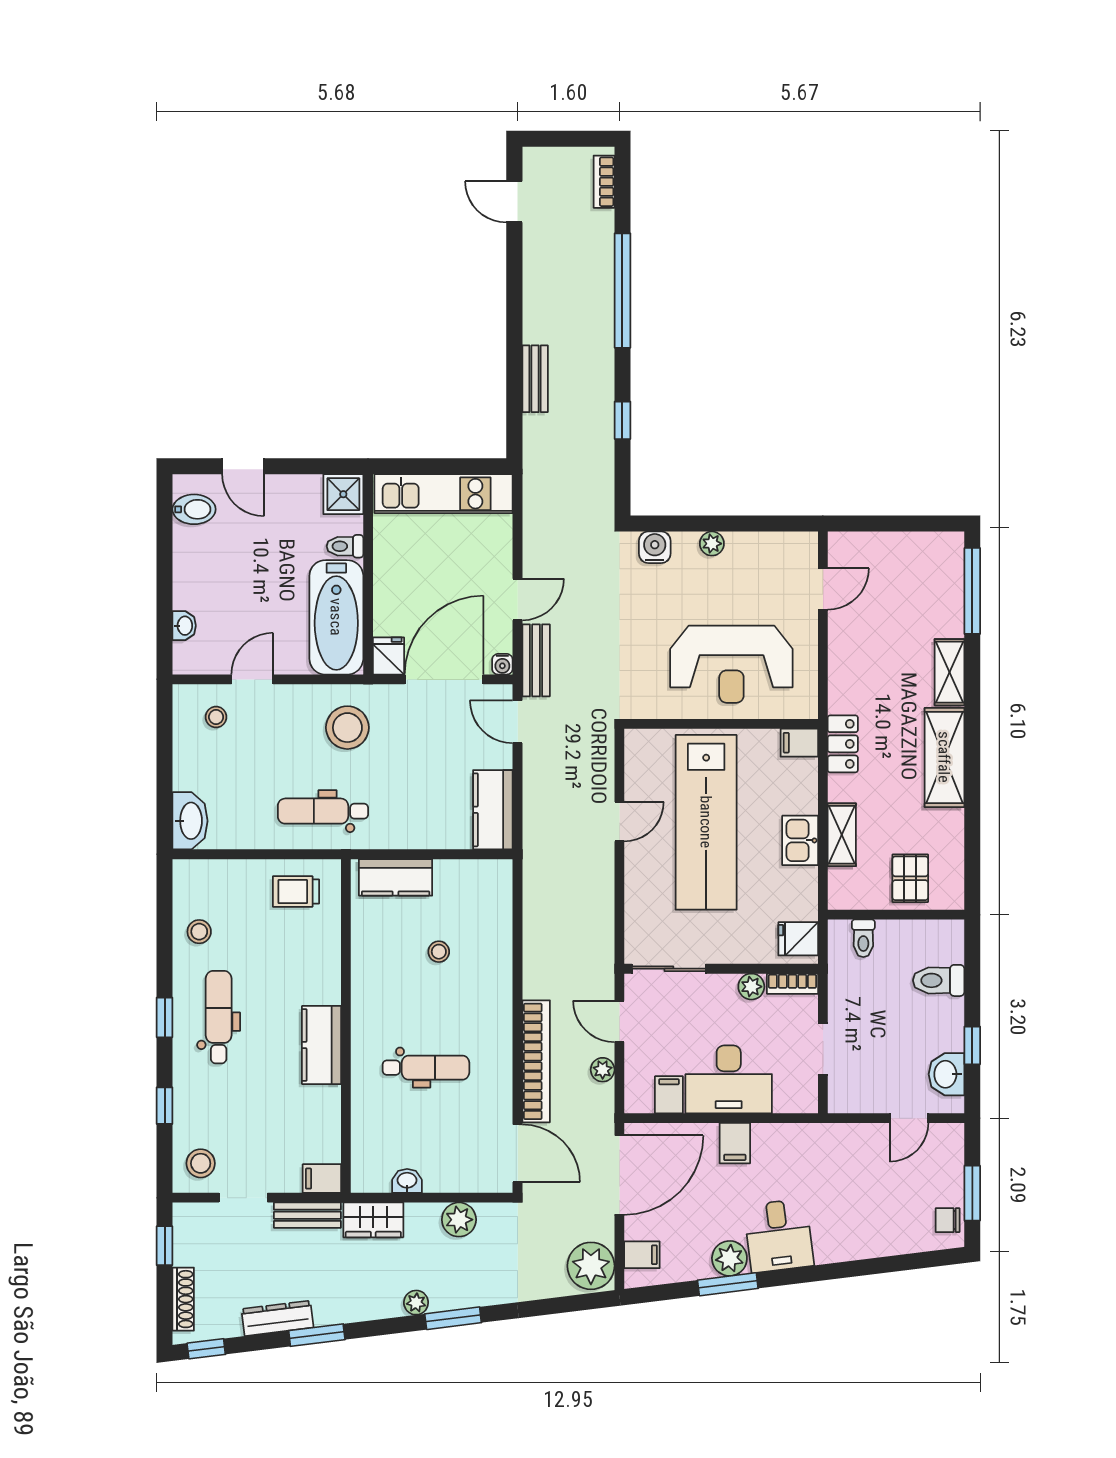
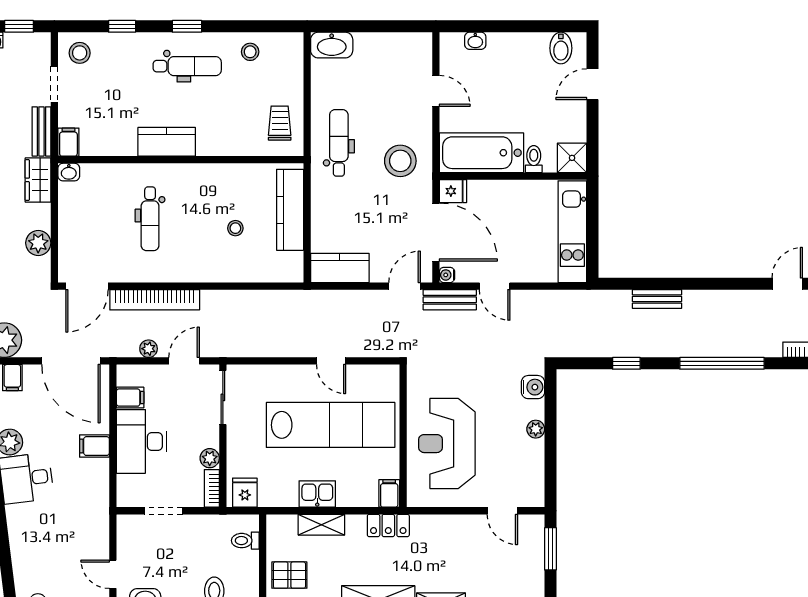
window: (875, 524) -> (550, 549), added
stool: (216, 717) -> (408, 64), removed
lab bench: (706, 822) -> (331, 425), turned 180
kitchen counter: (396, 877) -> (290, 210), width x1.50
washbasin: (407, 1181) -> (69, 172), moved, turned 90

